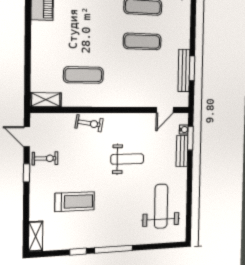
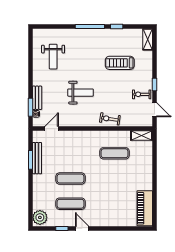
weight bench: (127, 159) -> (80, 93), turned 180
weight bench: (161, 206) -> (53, 57), width x0.73, depth x0.75

